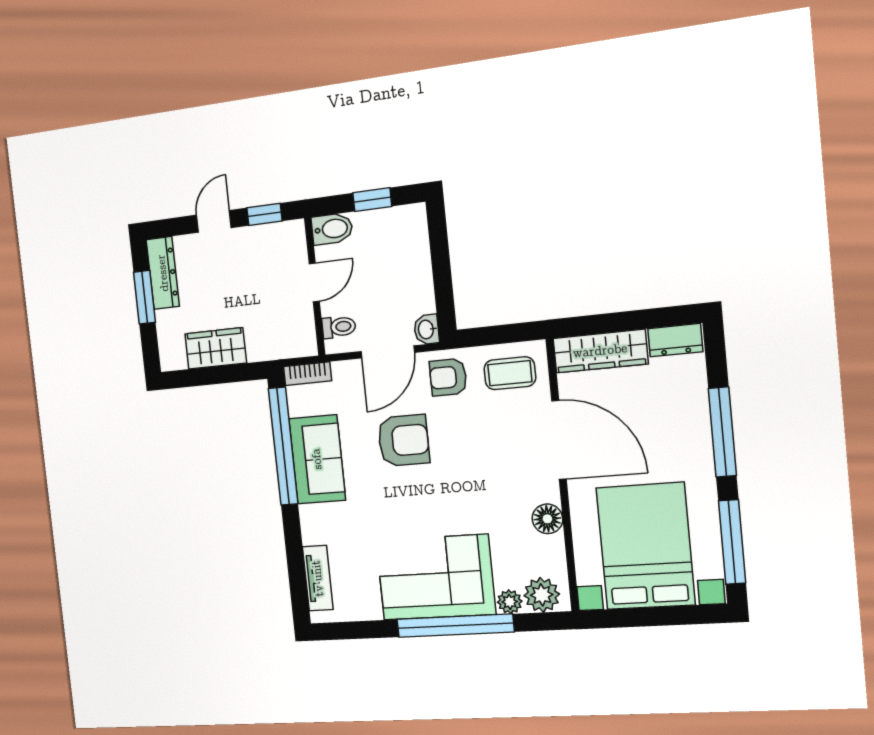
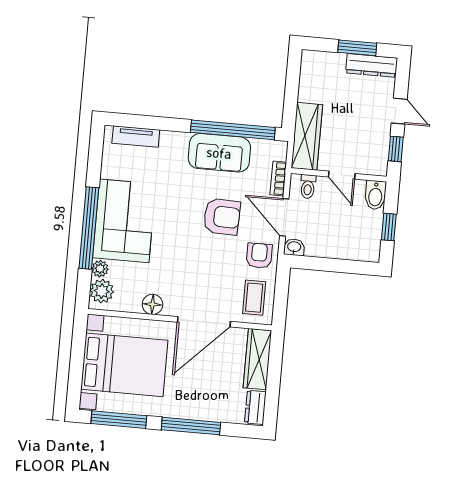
wardrobe: (216, 348) -> (307, 136), moved, width x1.50
bookcase: (308, 374) -> (278, 178), moved
armchair: (403, 440) -> (222, 217), turned -88

